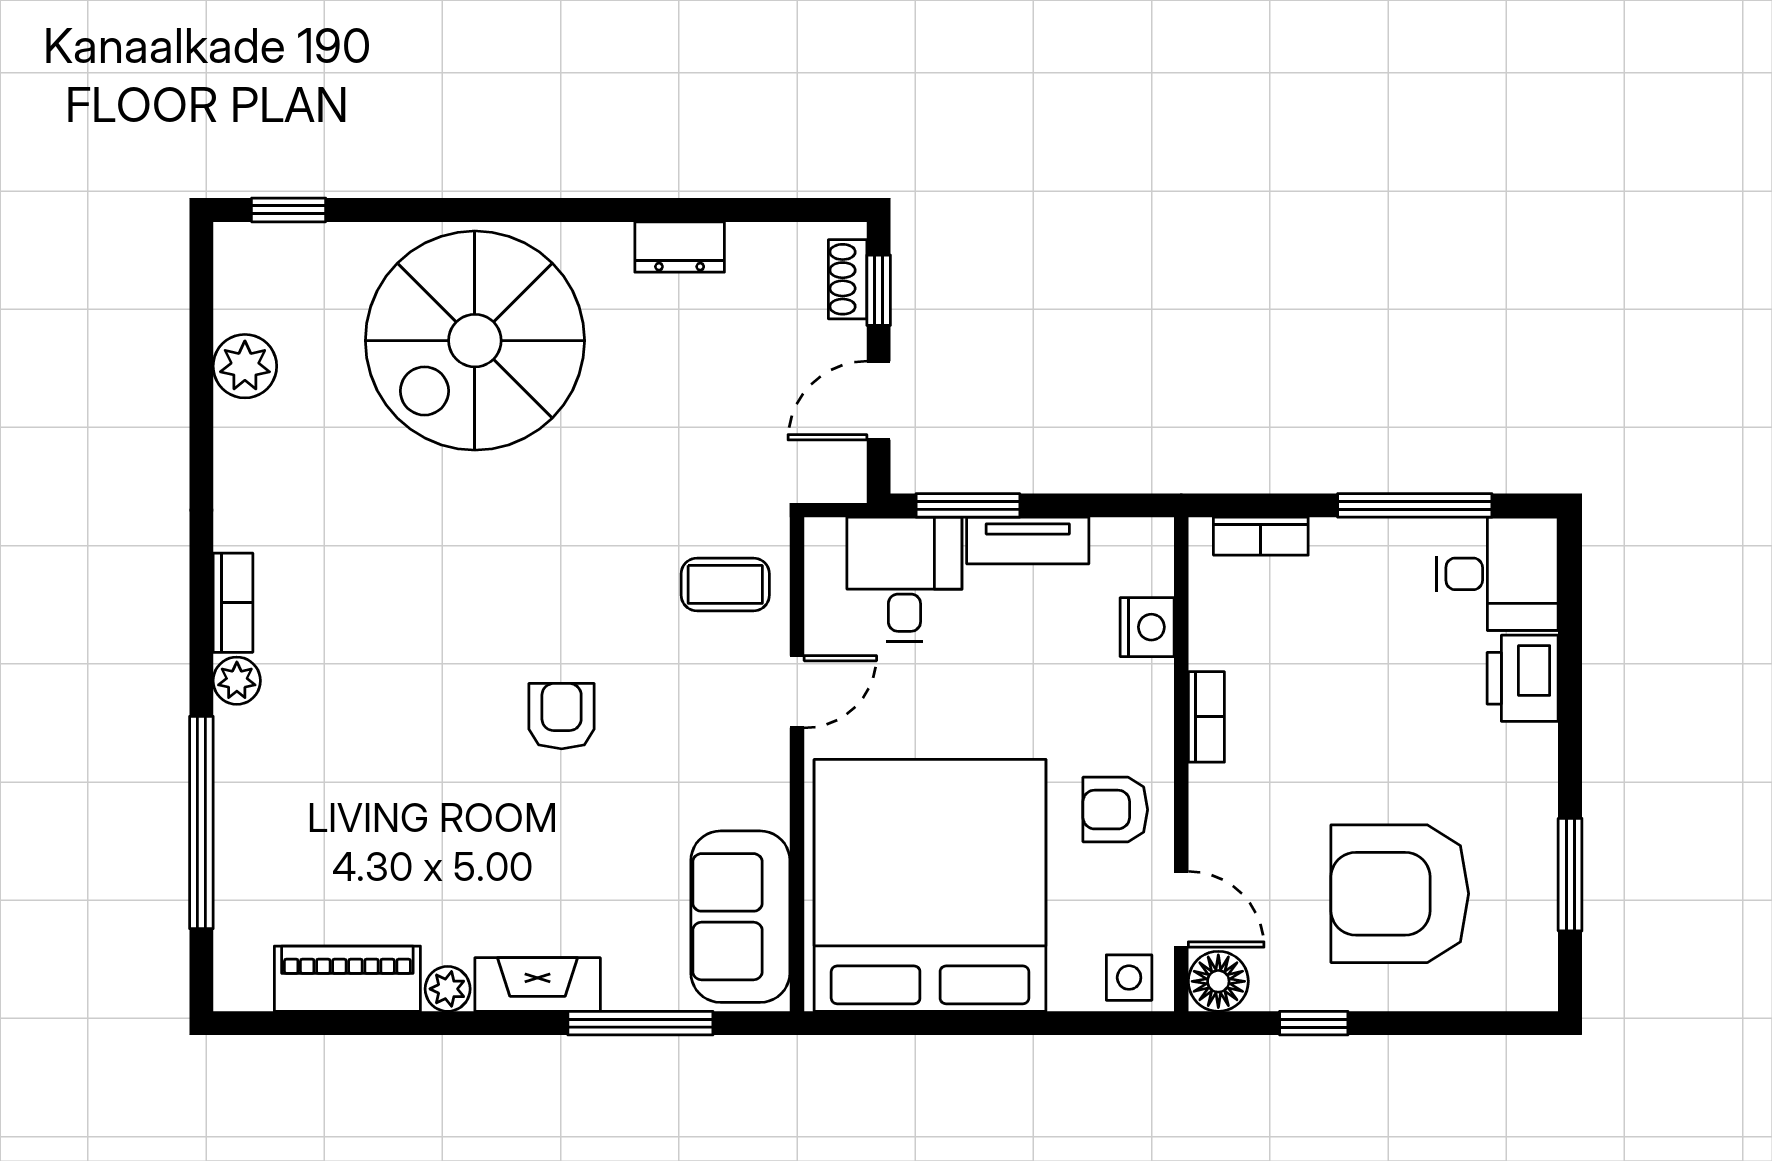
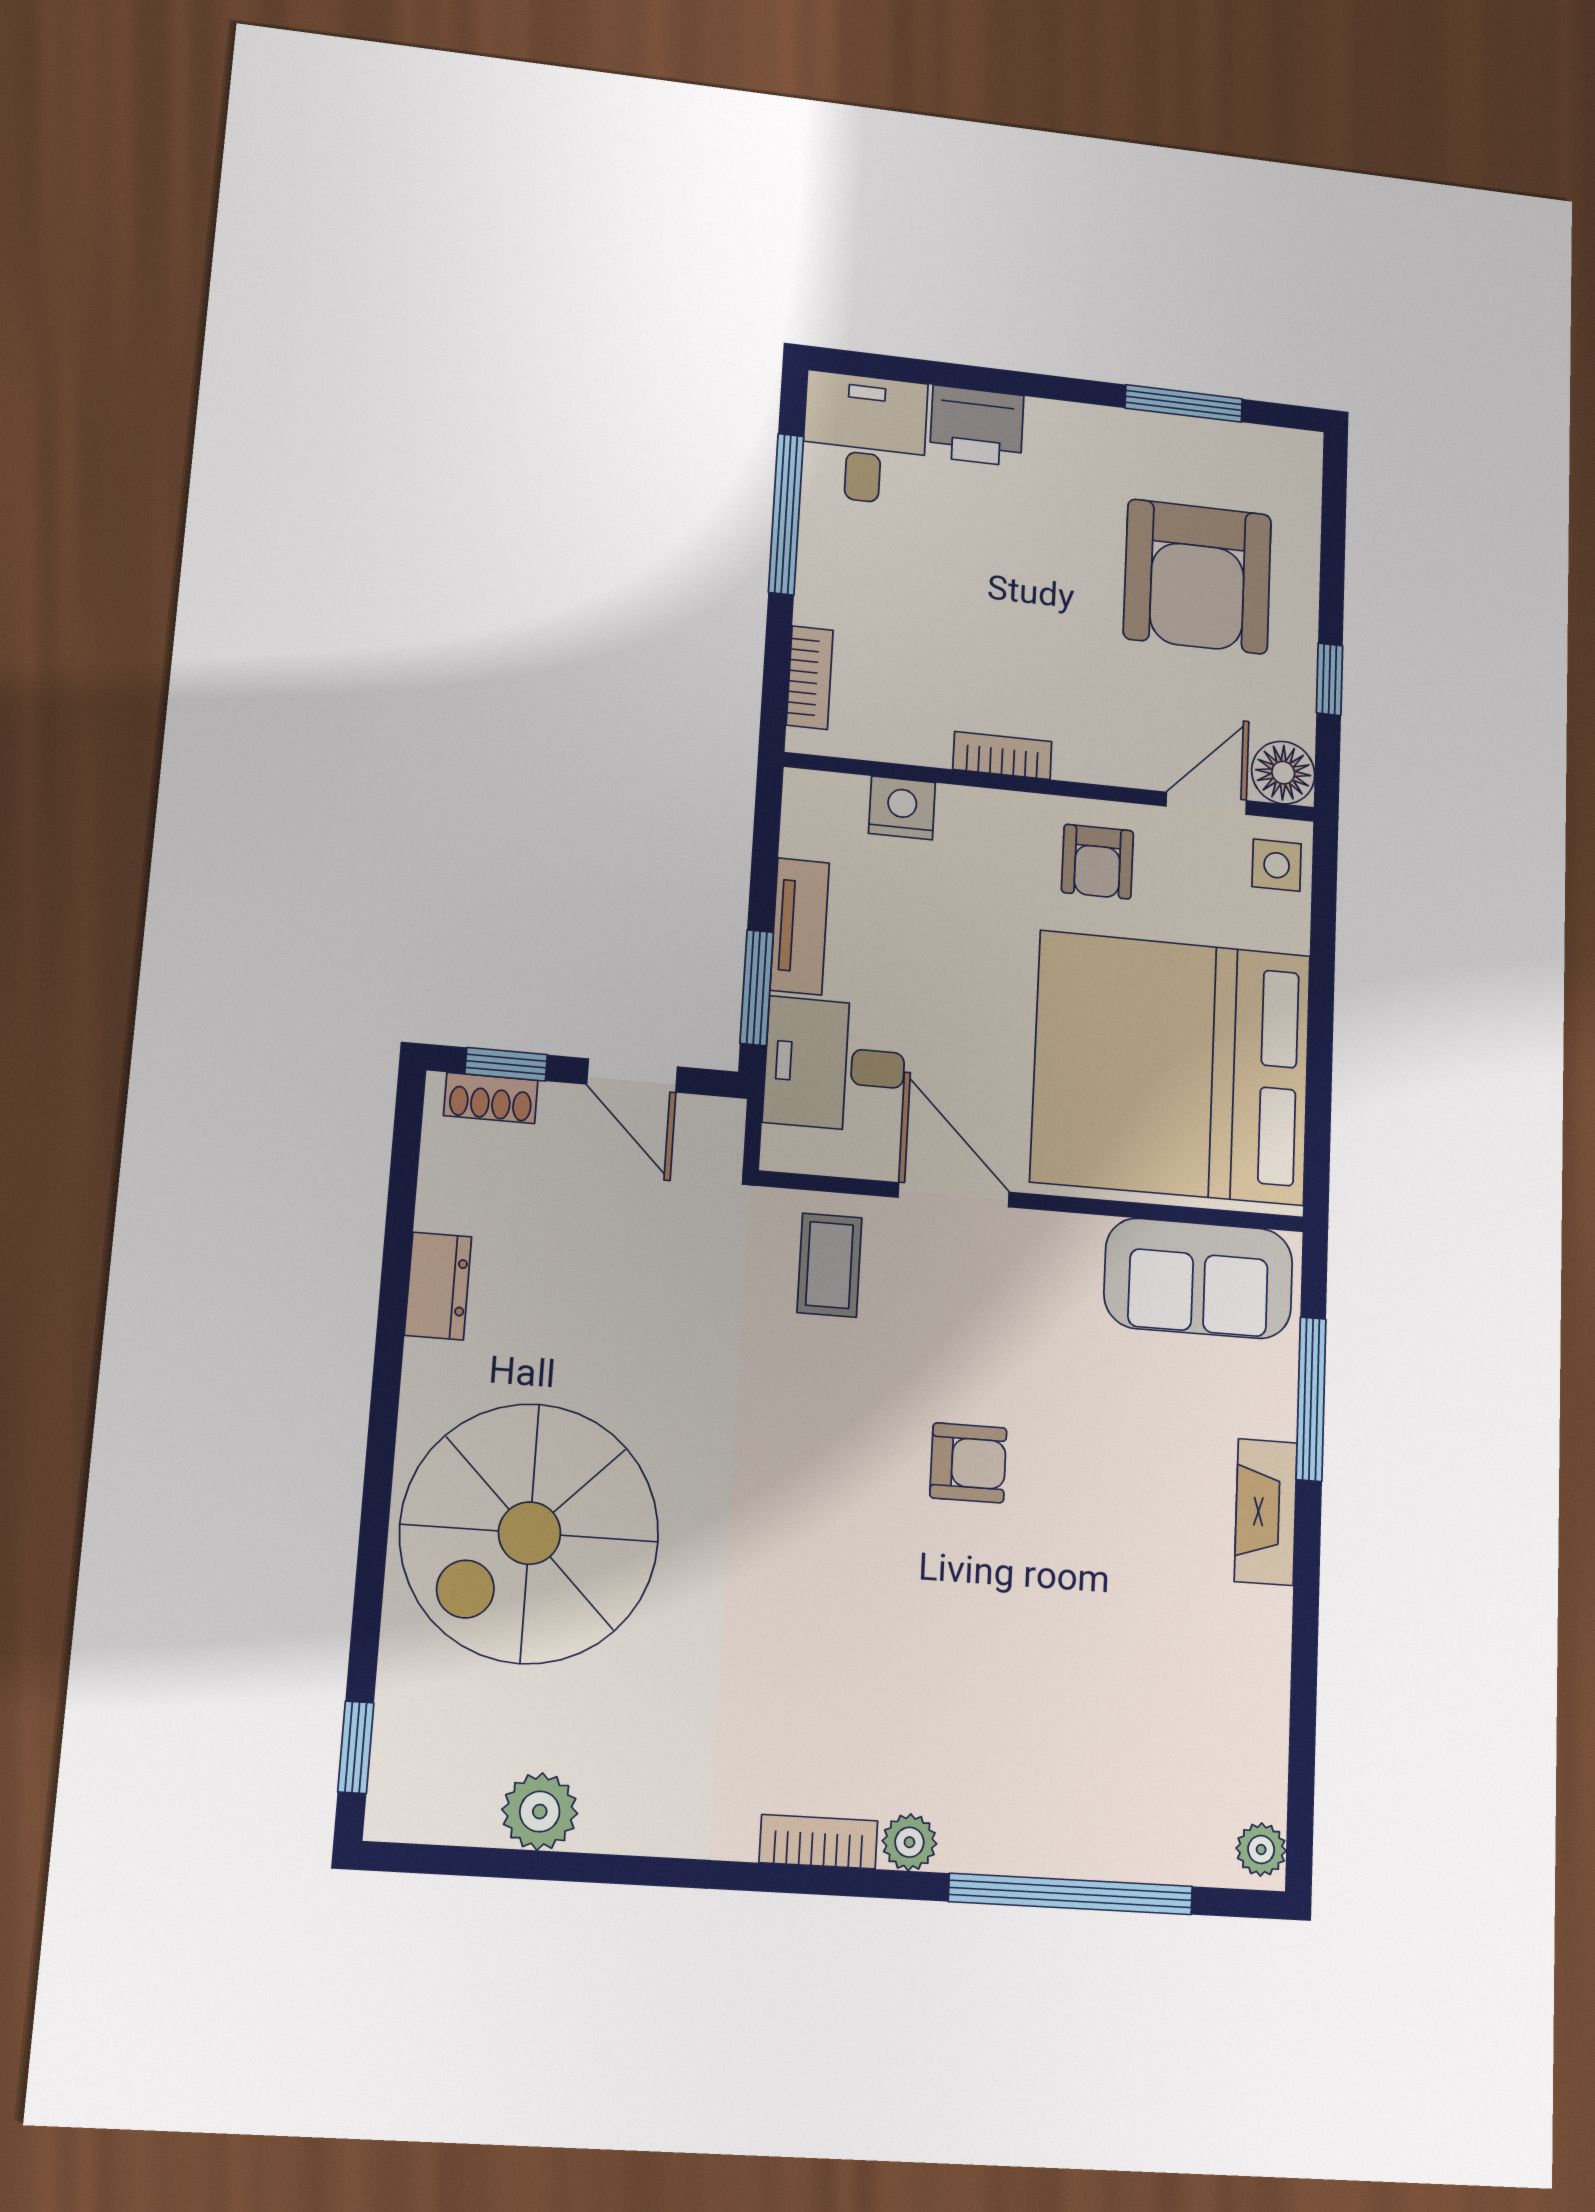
spiral stairs: (475, 341) -> (530, 1533), turned 90
door: (797, 692) -> (954, 1195), width x1.38
armchair: (562, 716) -> (968, 1463), turned 180
piano: (347, 979) -> (1253, 1731), removed
plant: (448, 989) -> (1261, 1850), moved

